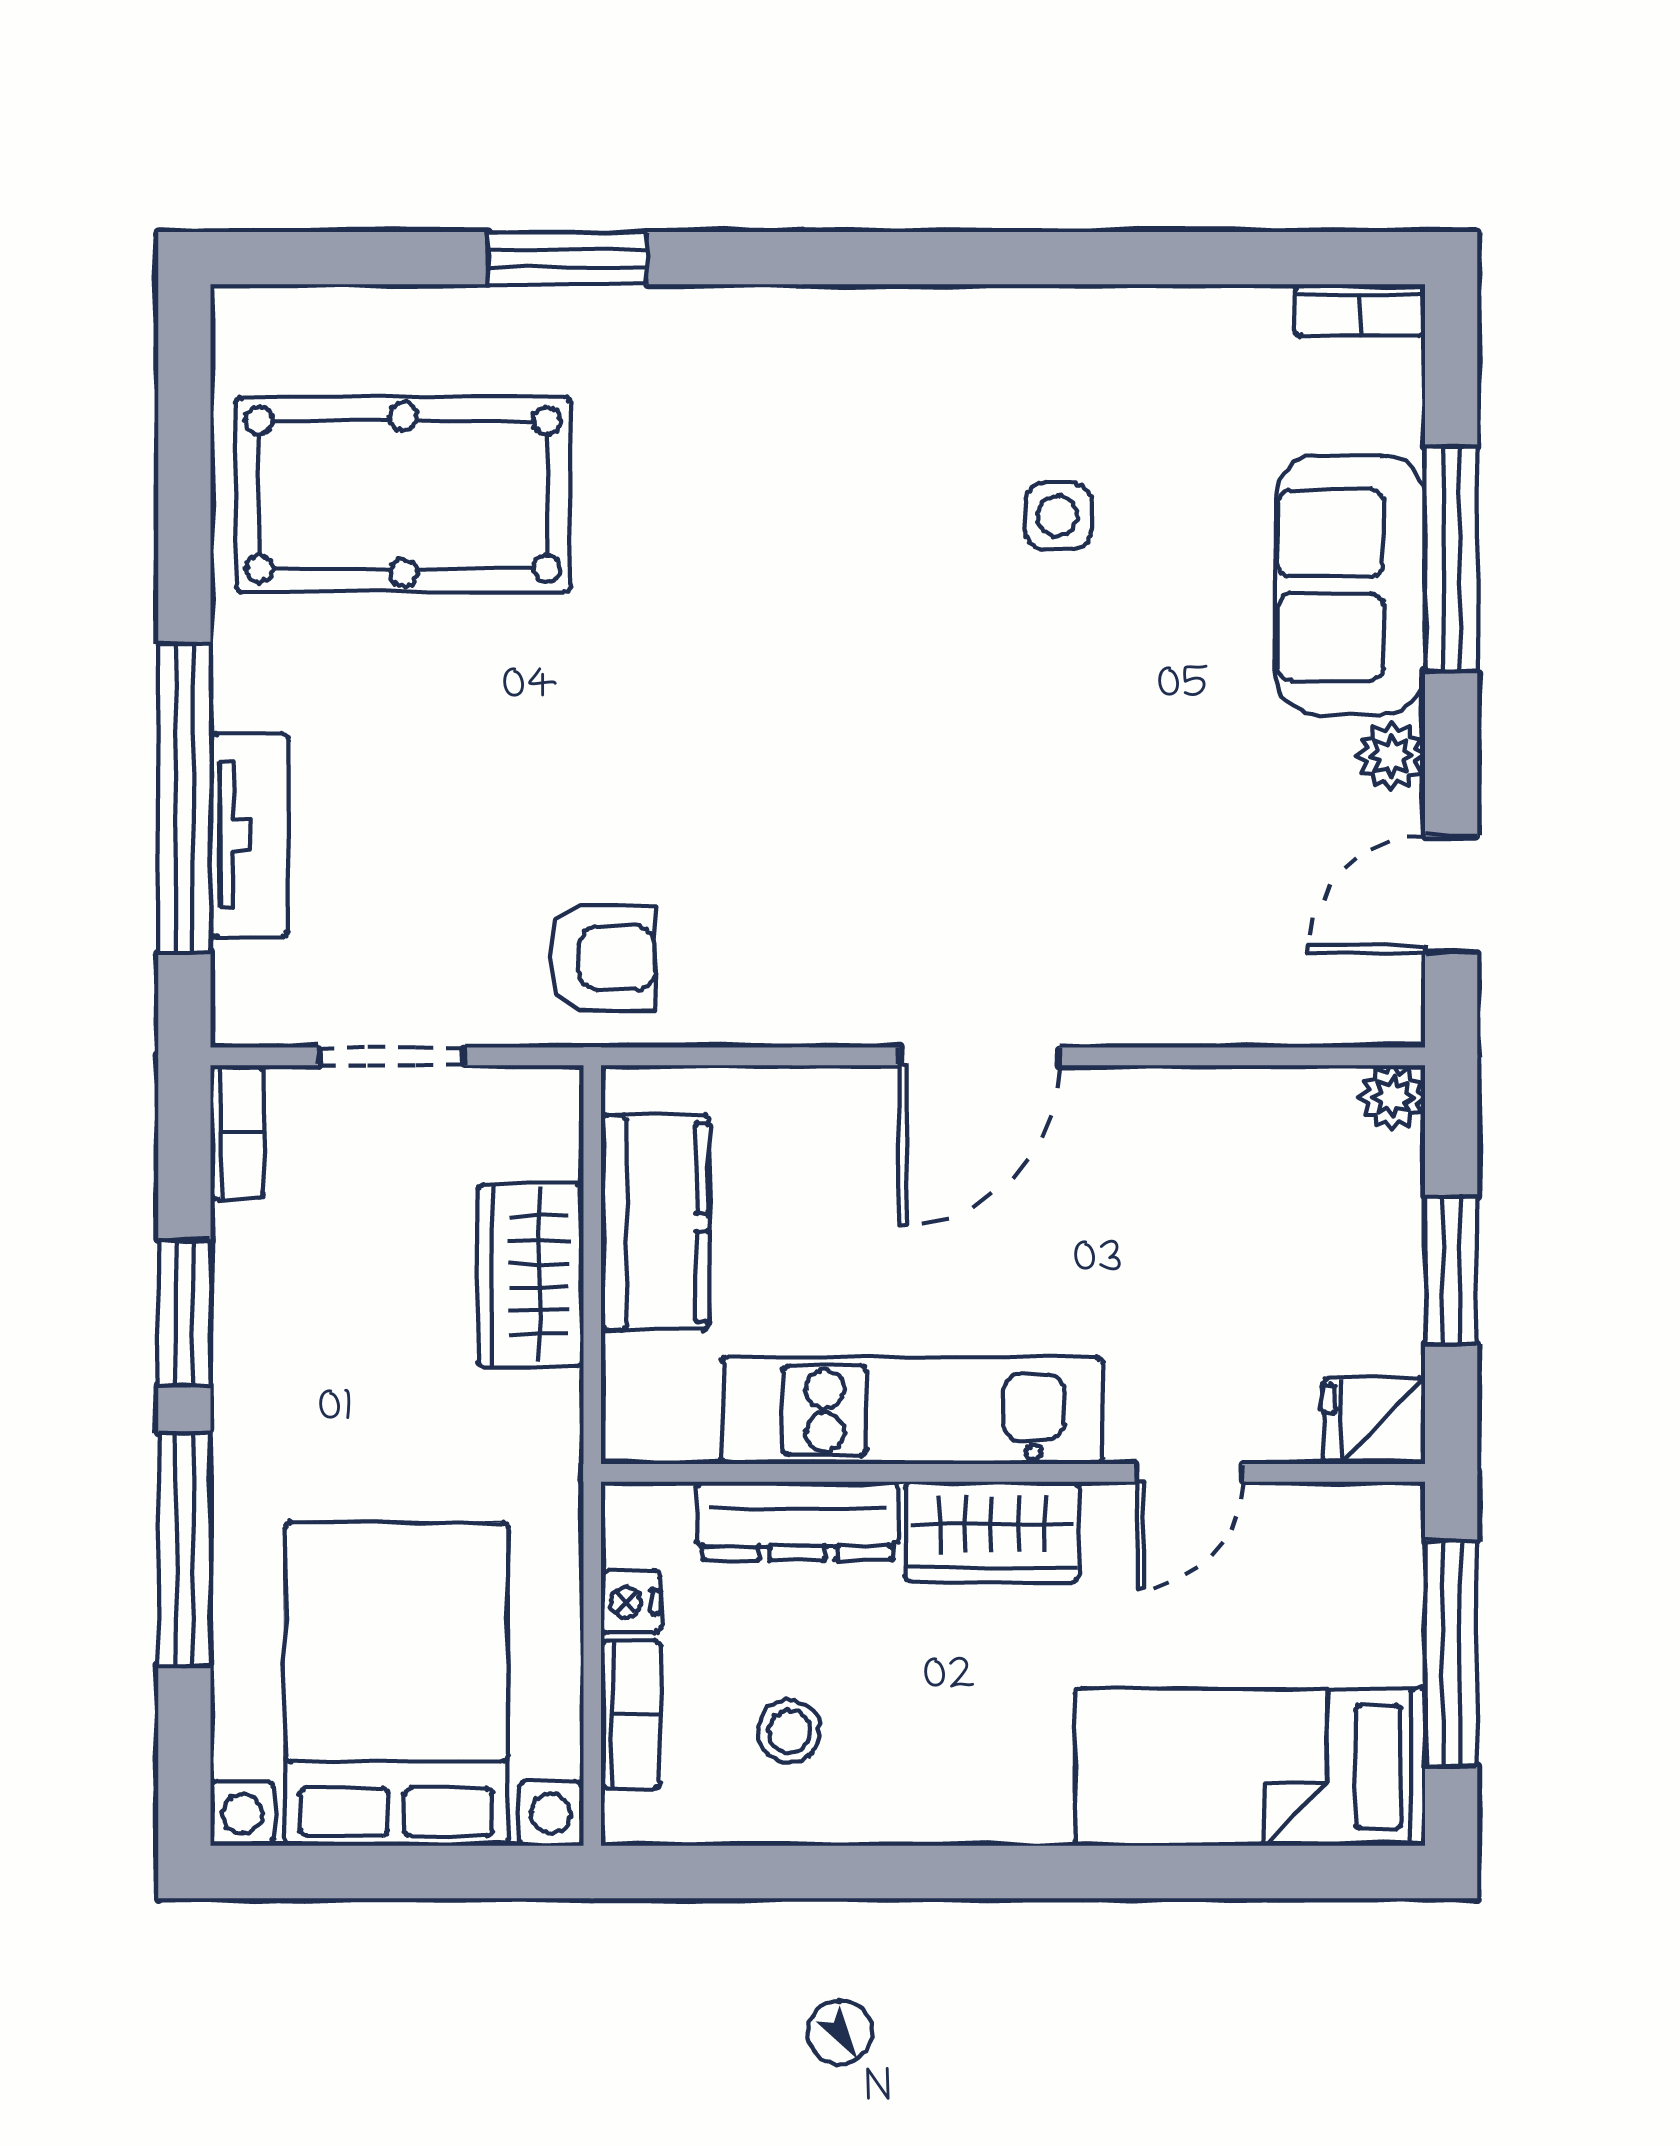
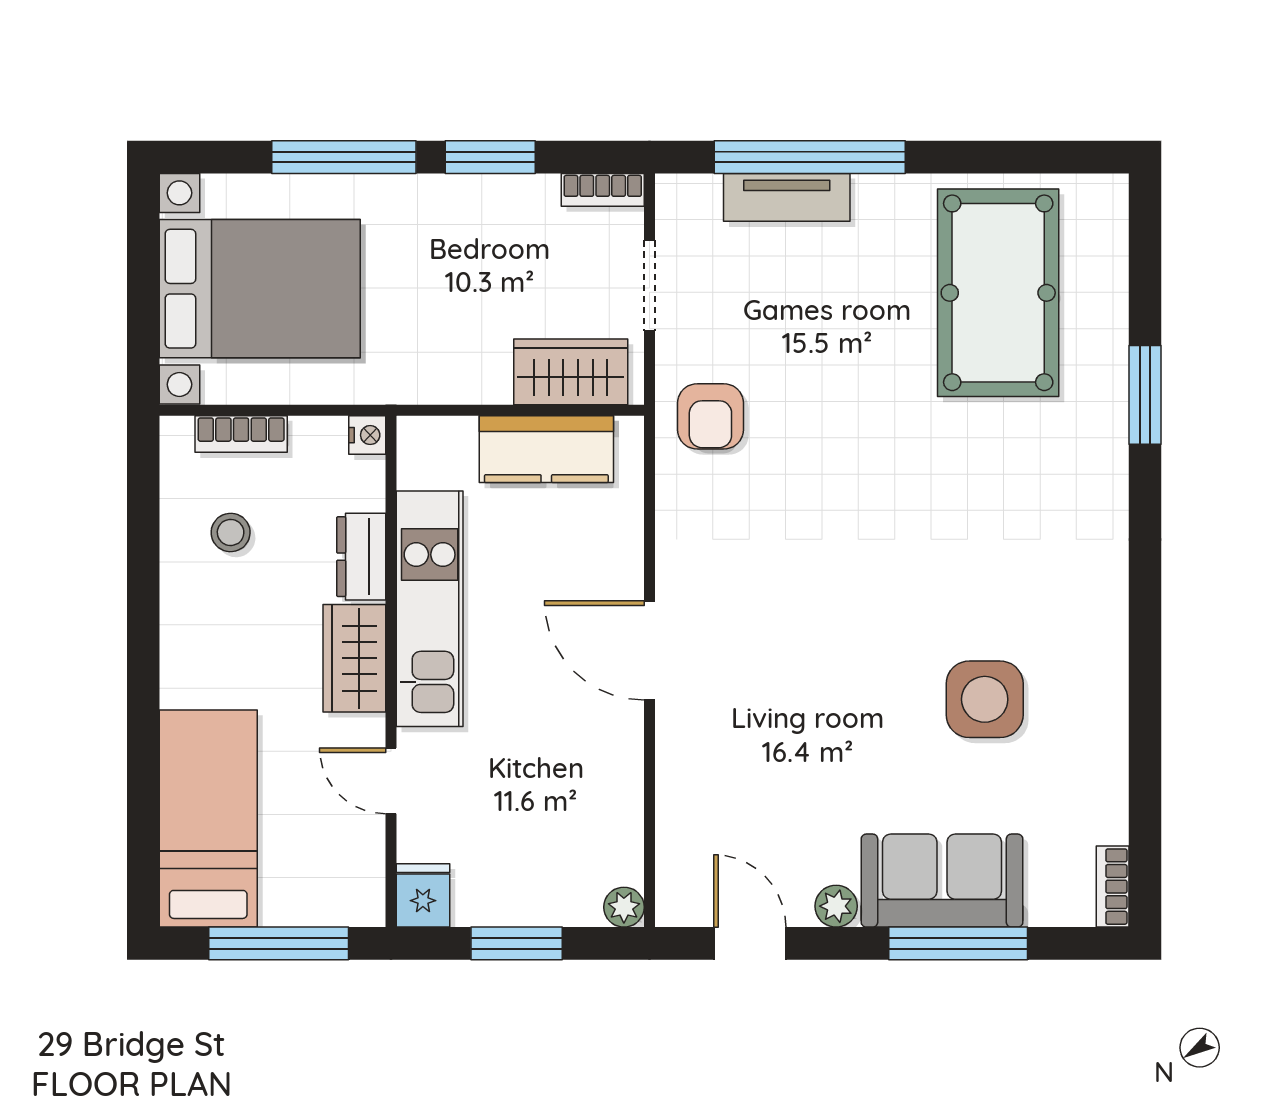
side table: (1058, 516) -> (985, 699), width x1.87, depth x1.87
wardrobe: (530, 1275) -> (571, 372), moved
dresser: (797, 1521) -> (361, 557), width x0.70
nightstand: (630, 1602) -> (367, 435), moved, turned 90

